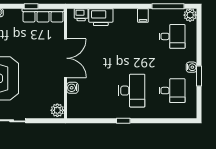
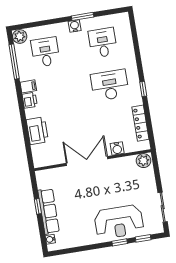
row of seats: (43, 15) -> (49, 211), moved
printer: (81, 15) -> (30, 100), moved
locker: (92, 113) -> (140, 123), added

